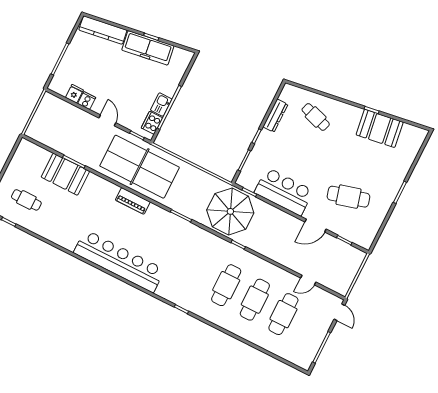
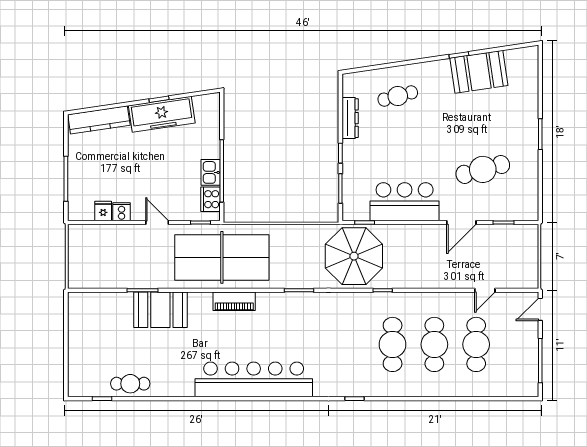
cafe table: (316, 117) -> (398, 96), turned -33
booth: (65, 174) -> (160, 310), moved
cafe table: (26, 200) -> (130, 384), moved
door: (339, 312) -> (540, 309), swing flipped

